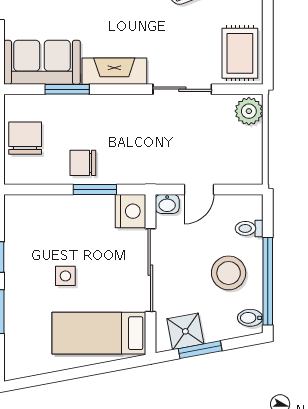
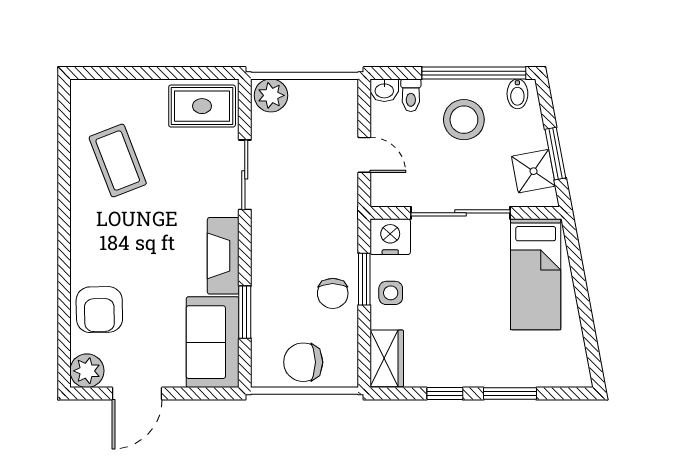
washbasin: (167, 204) -> (384, 90), moved, turned 90
wardrobe: (28, 208) -> (387, 358), added
side table: (65, 276) -> (391, 293), moved

